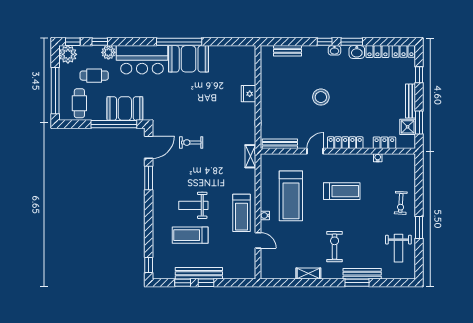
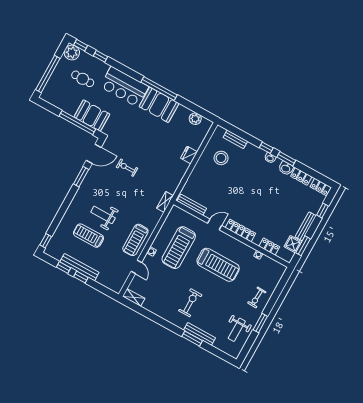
plant: (108, 52) -> (195, 119), moved
stool: (321, 97) -> (221, 158), moved
cafe table: (79, 103) -> (60, 93), removed
treadmill: (342, 191) -> (218, 265), width x1.37, depth x1.38
shelving: (308, 274) -> (134, 297), moved

